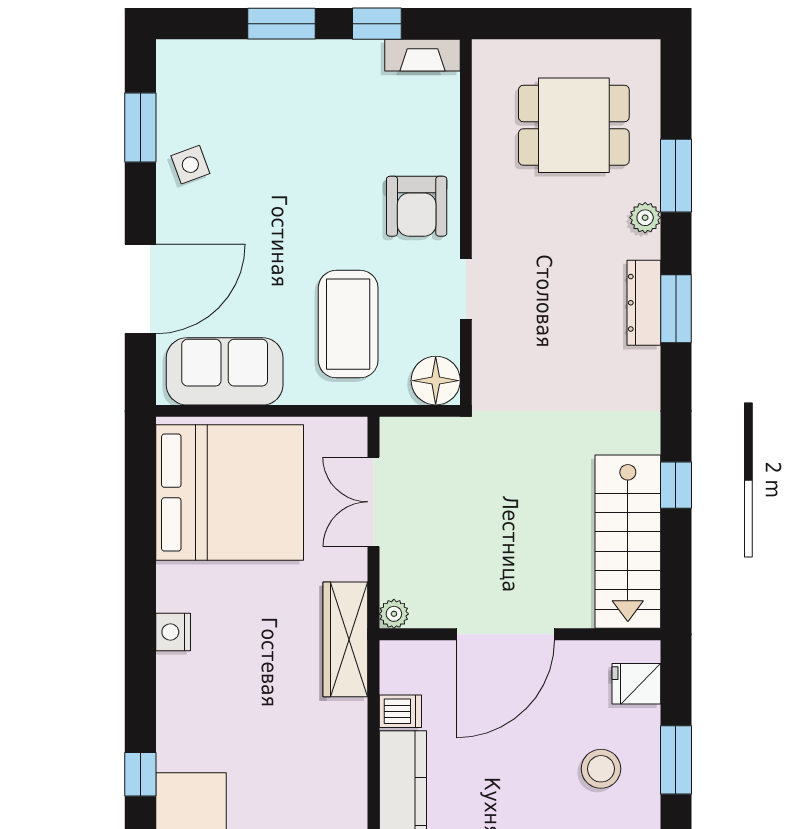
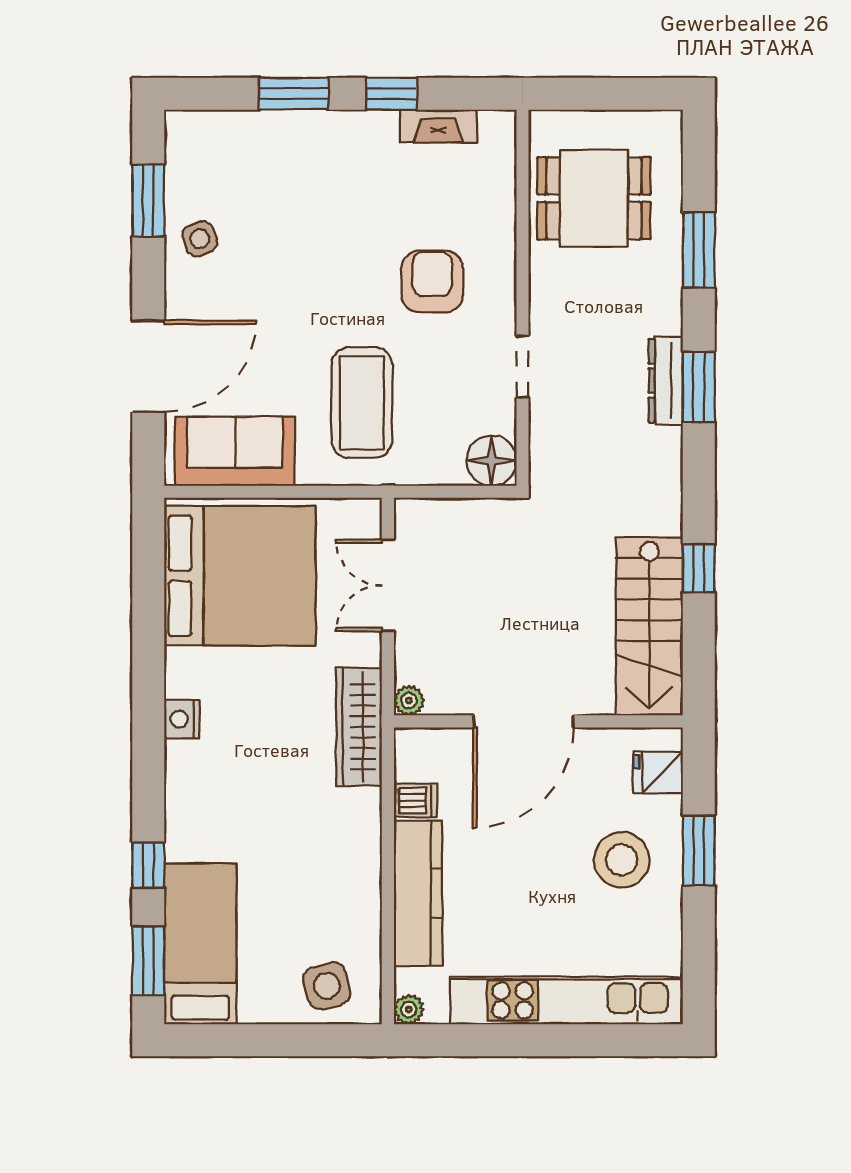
armchair: (417, 206) -> (432, 281), turned 180
plant: (645, 218) -> (667, 293), removed
wall: (466, 222) -> (523, 298), moved
doorway: (466, 289) -> (523, 366), moved
floor lamp: (436, 381) -> (491, 461), moved
stool: (601, 769) -> (622, 860), width x1.38, depth x1.38

